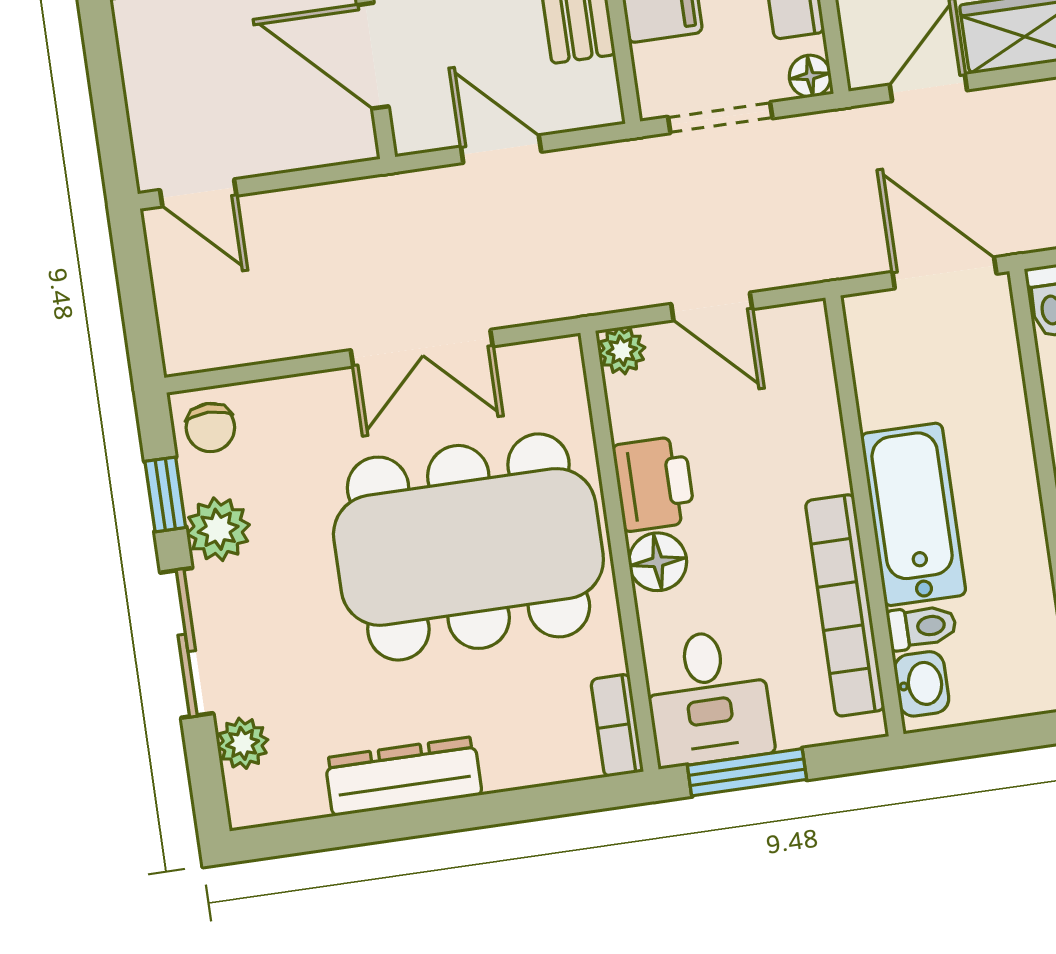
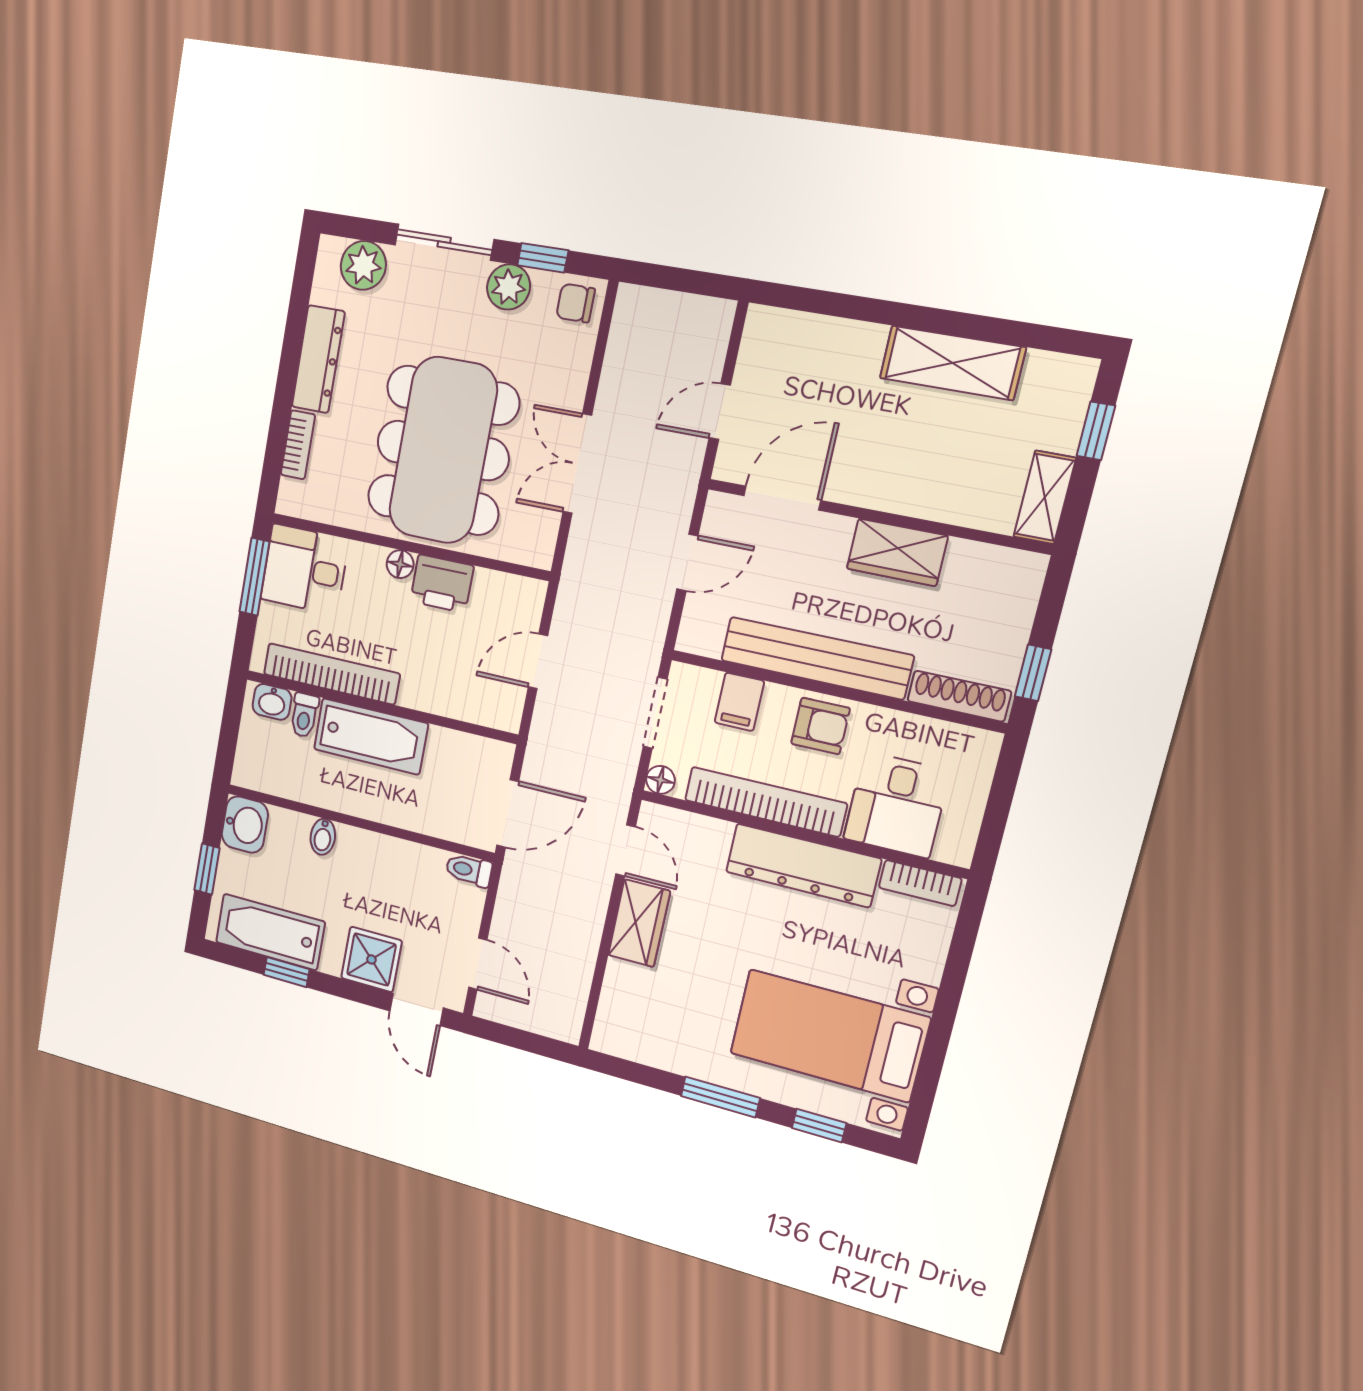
door: (198, 193) -> (720, 412), moved
plant: (622, 351) -> (530, 594), removed
floor lamp: (658, 562) -> (400, 564), width x0.73, depth x0.73
bookcase: (617, 725) -> (298, 445), moved, turned 90
plant: (243, 743) -> (363, 265), width x1.38, depth x1.38

